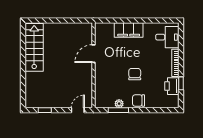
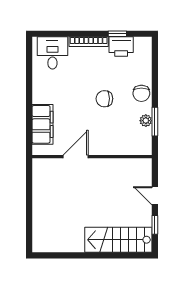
filing cabinet: (129, 30) -> (42, 124), moved
stairs: (34, 47) -> (118, 240), moved
door: (93, 54) -> (76, 157), swing flipped
door: (78, 110) -> (155, 196), moved

